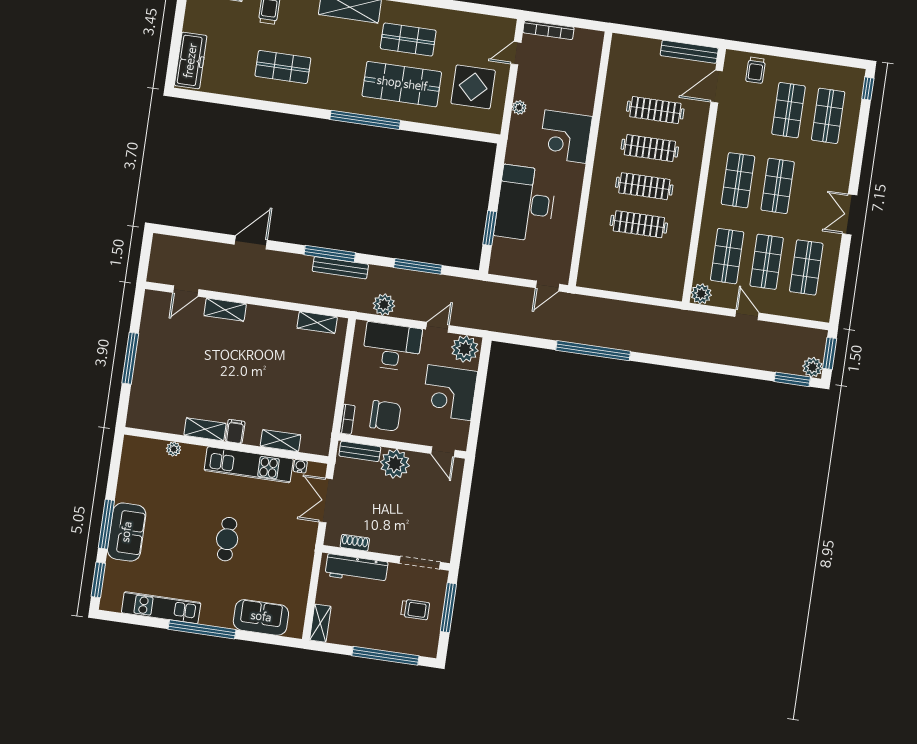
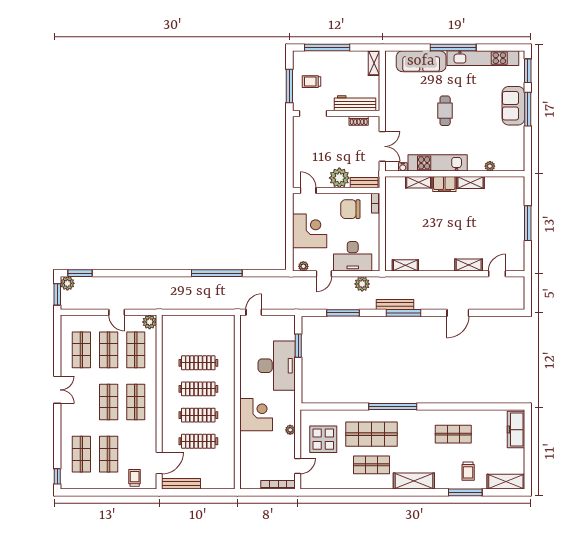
plant: (465, 349) -> (303, 266), width x0.53, depth x0.53
filing cabinet: (235, 431) -> (444, 184), width x2.00
kitchen unit: (161, 608) -> (483, 58), width x1.36
sofa: (261, 617) -> (421, 61), width x1.36

